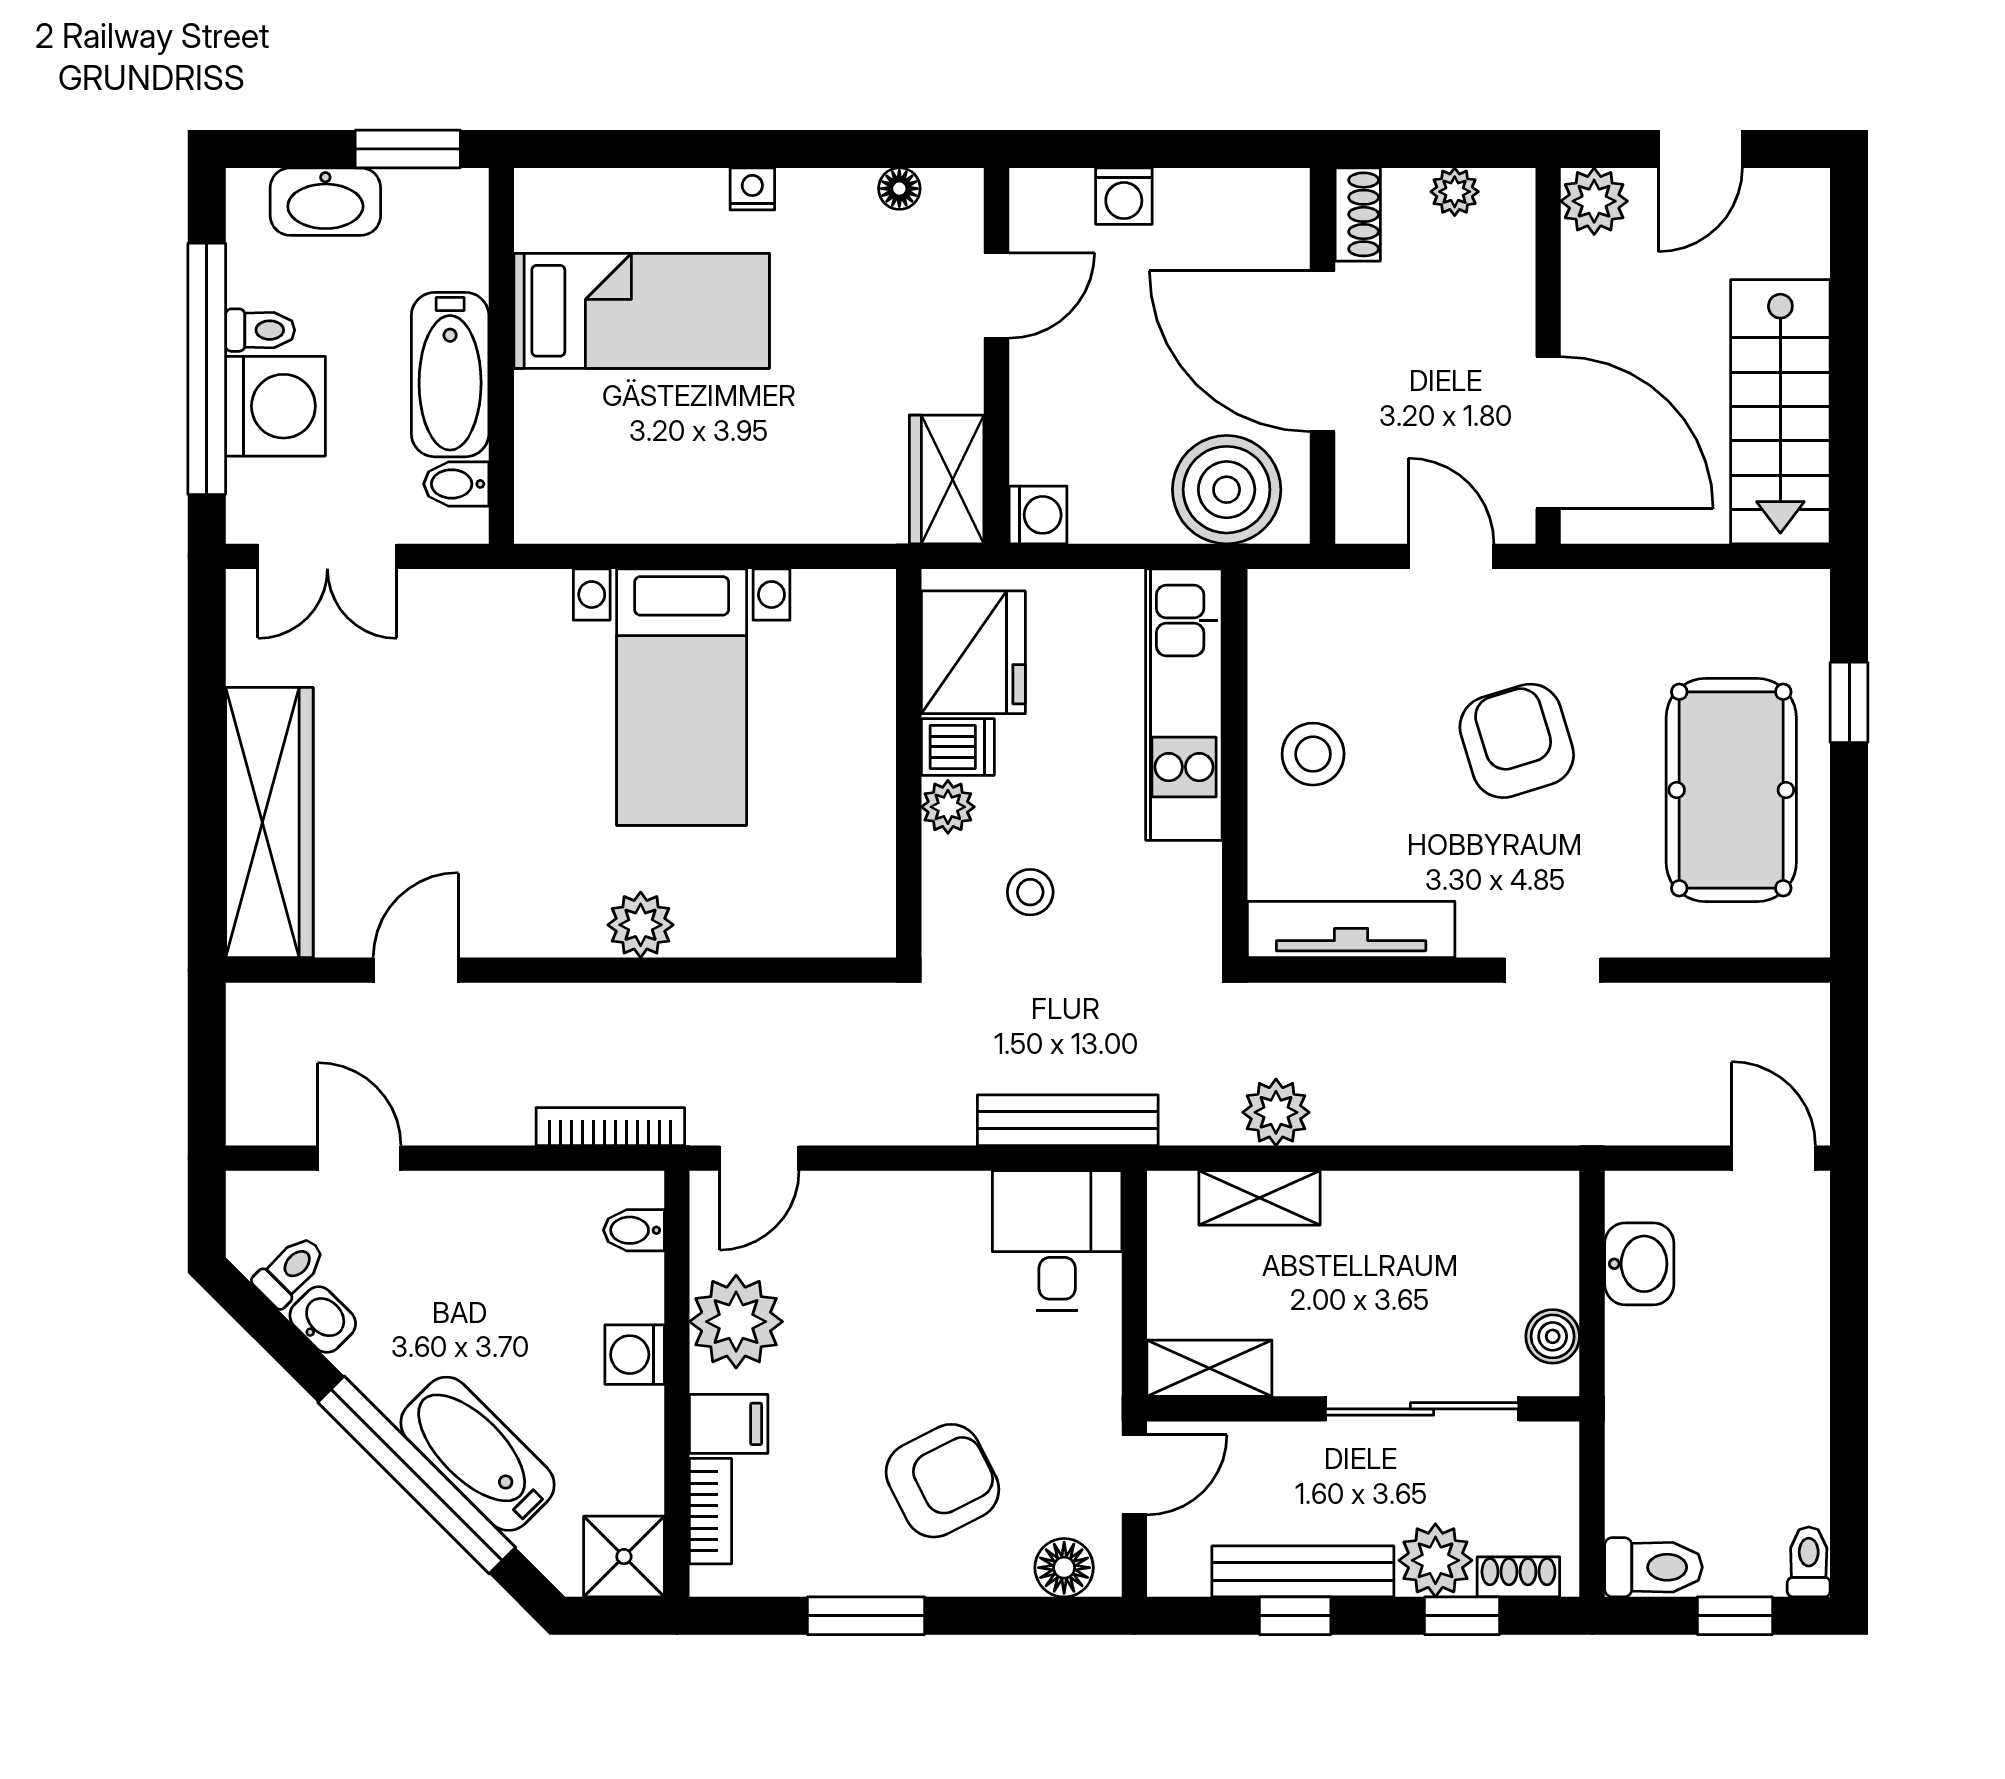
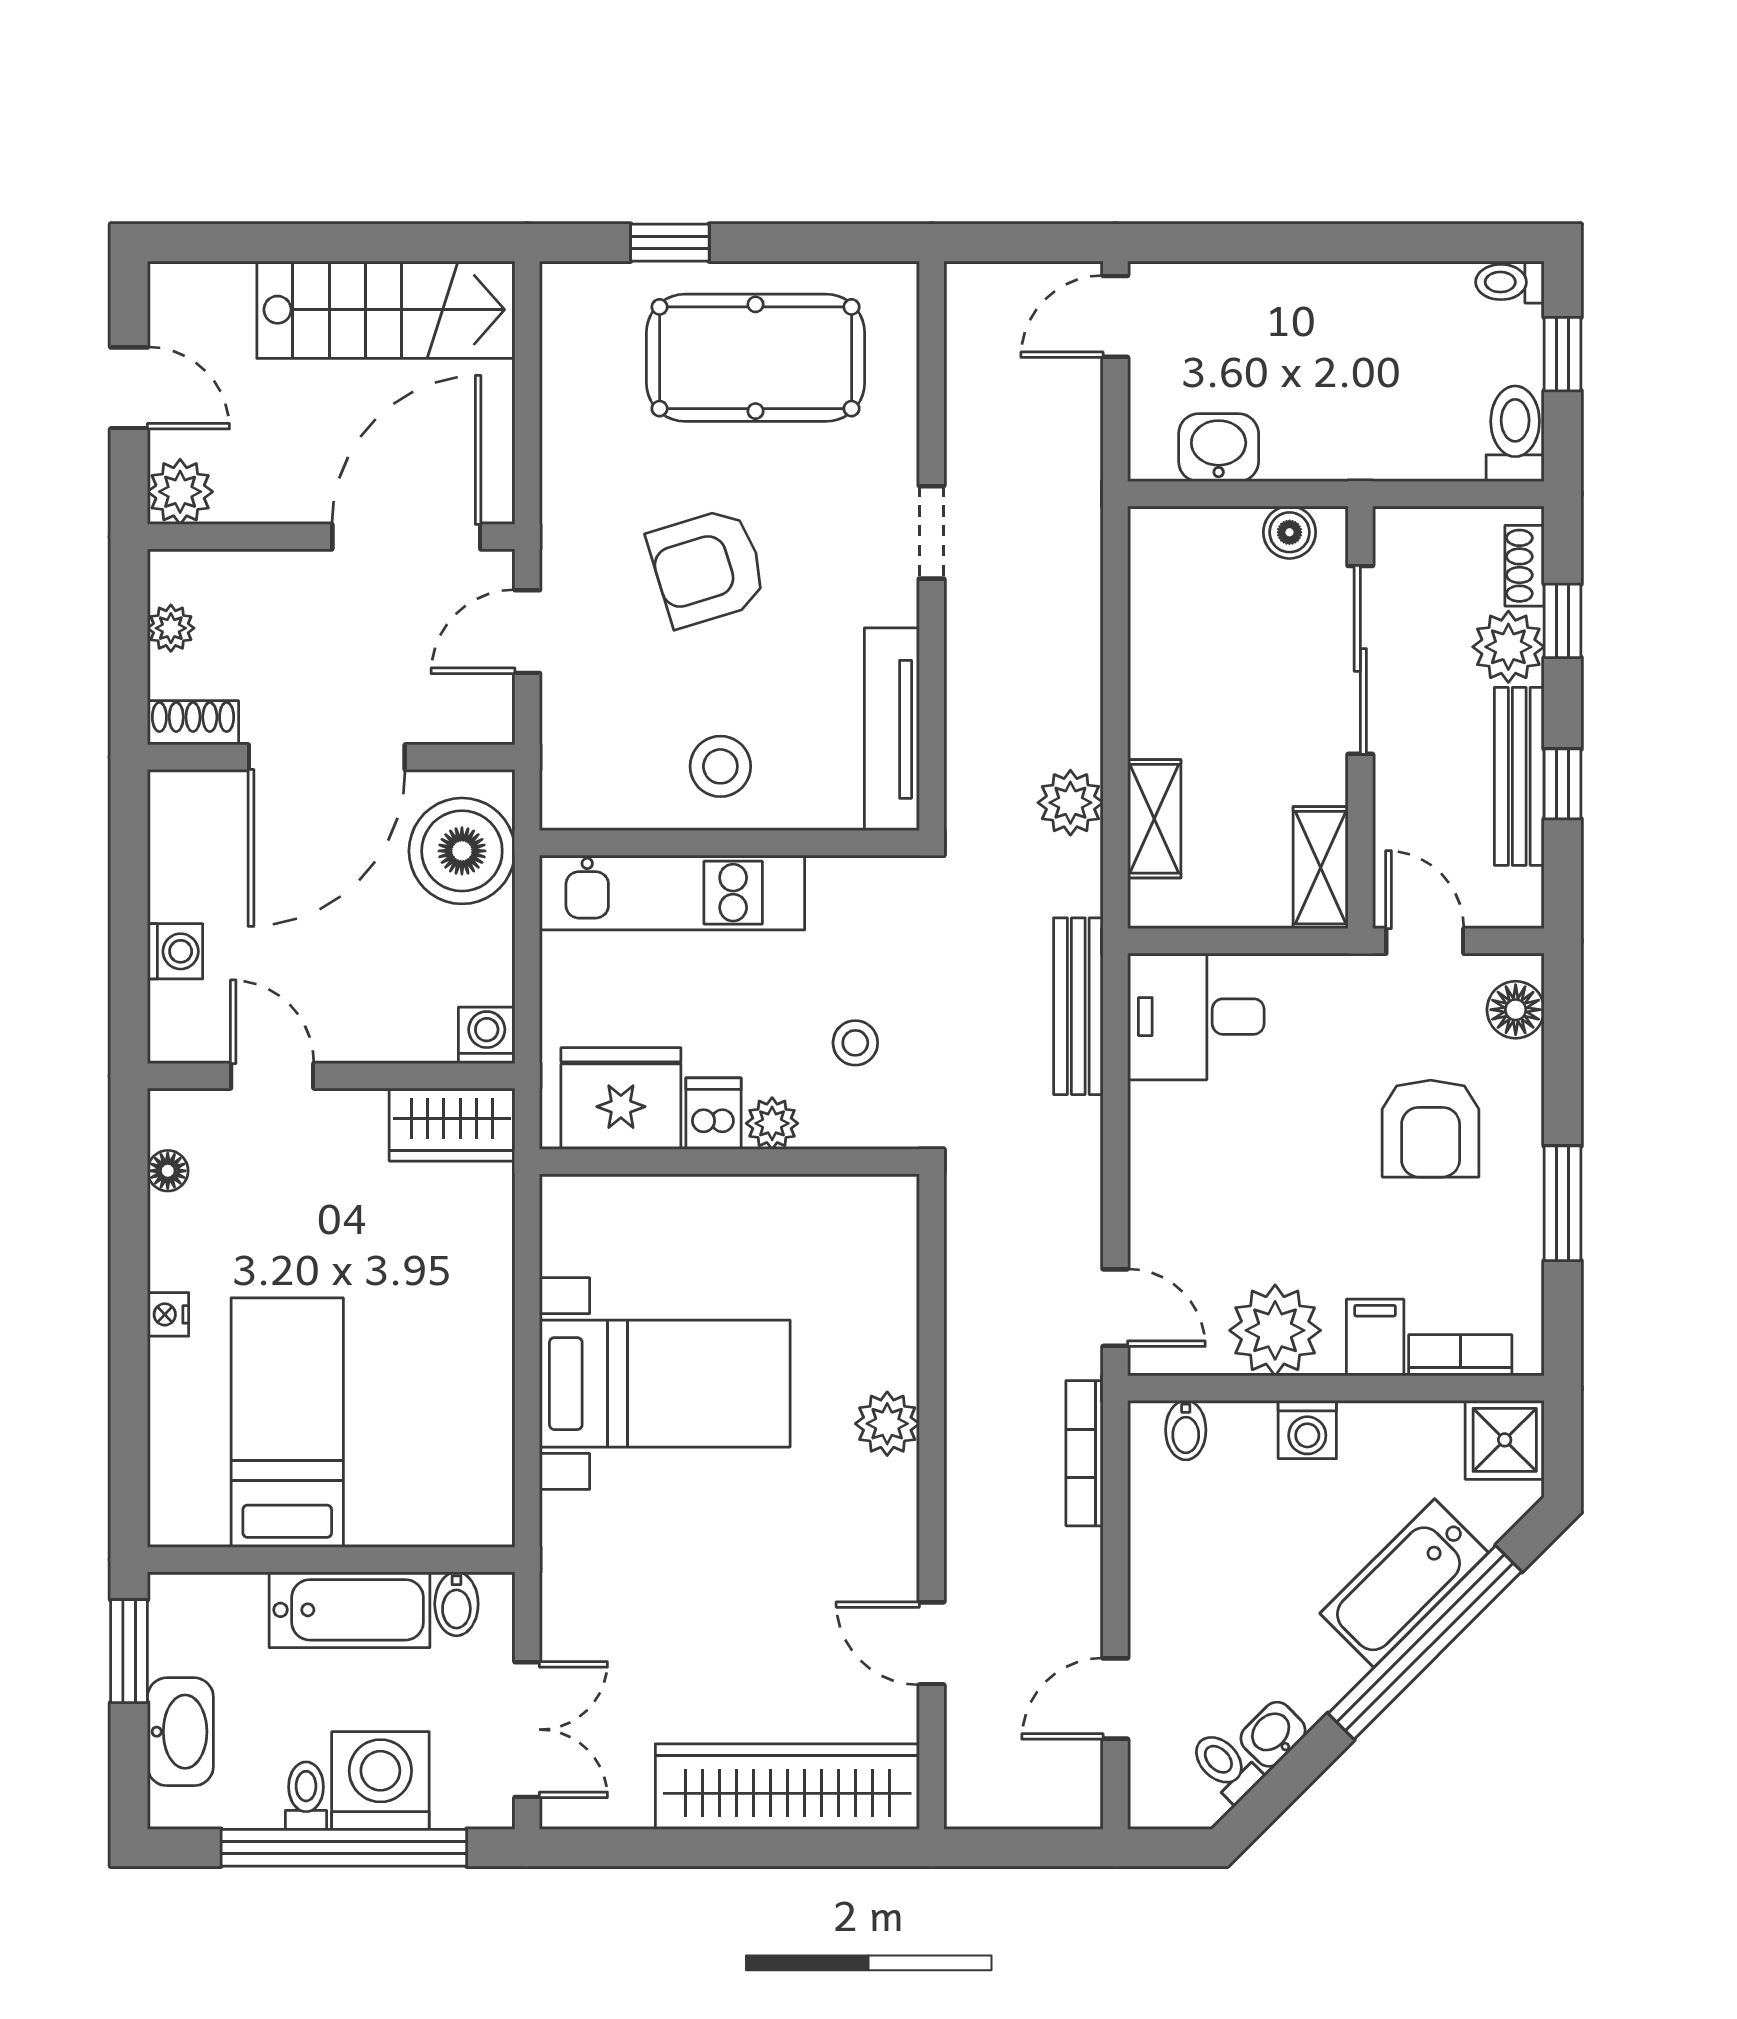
armchair: (942, 1481) -> (1431, 1129), turned -153

